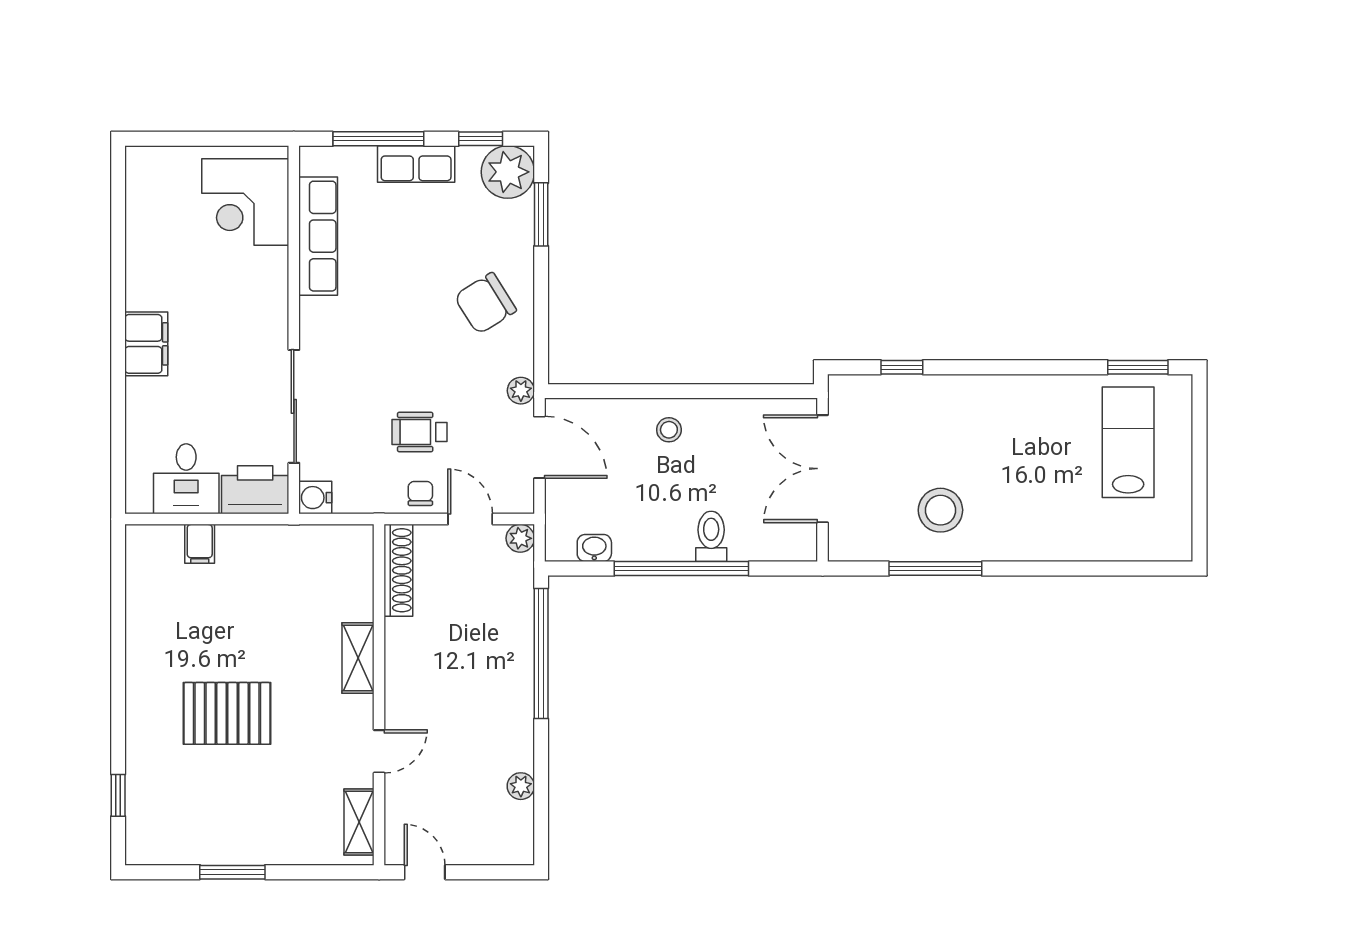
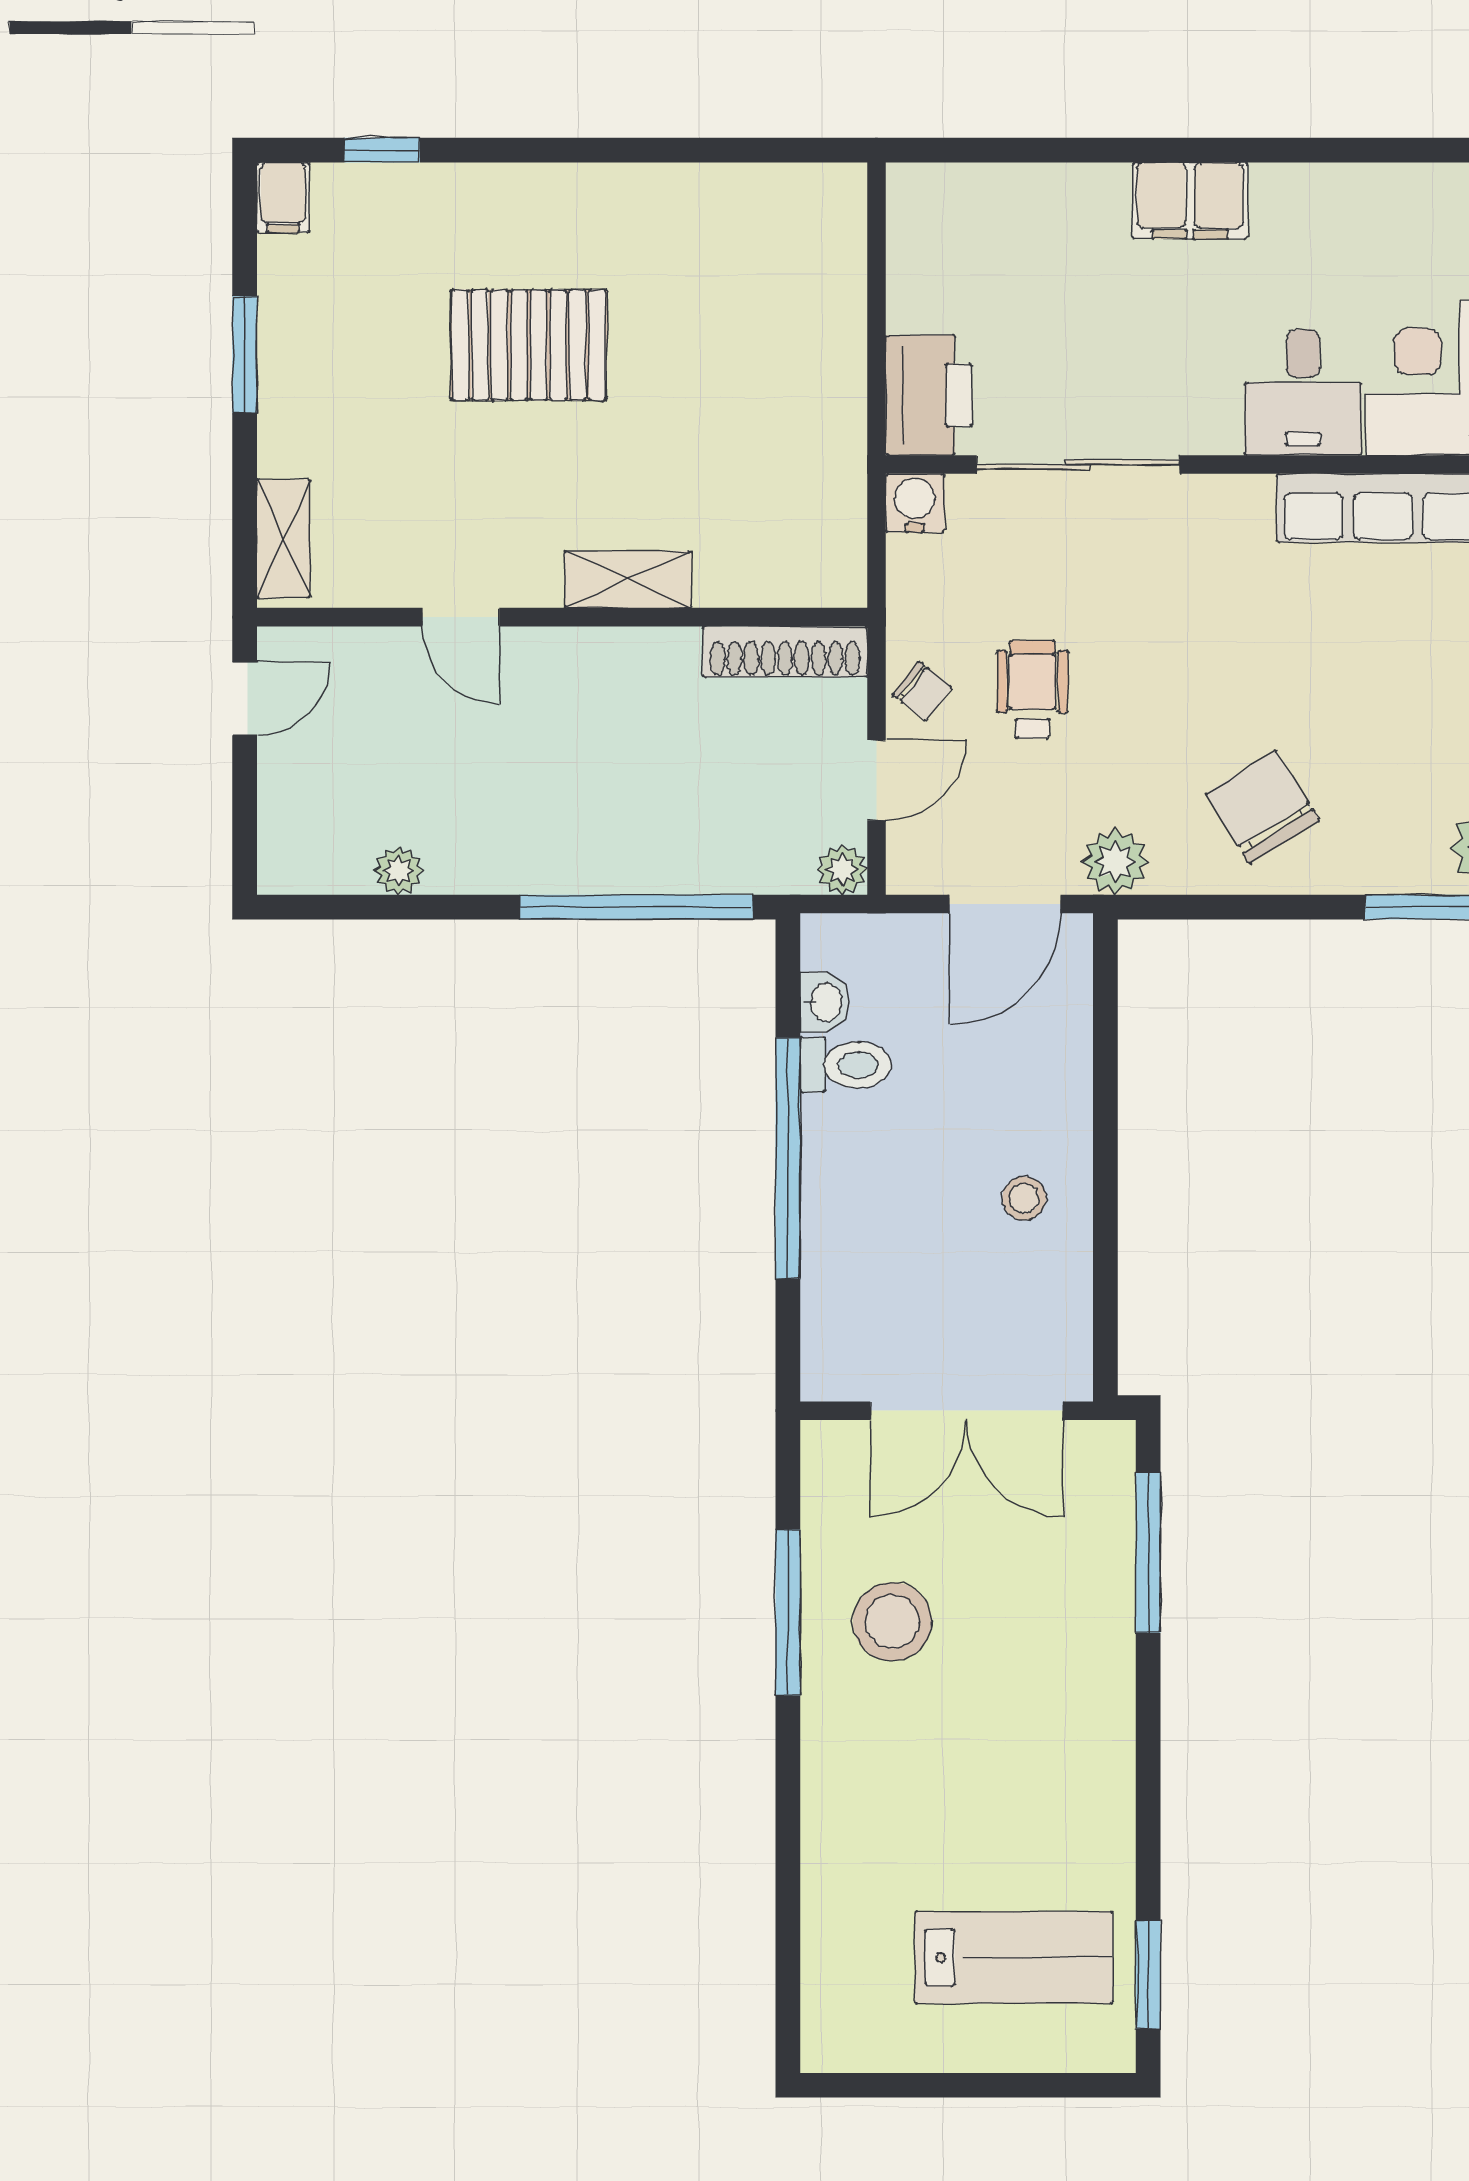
window: (902, 367) -> (1148, 1552), width x2.17
plant: (521, 391) -> (1115, 862), width x1.38, depth x1.38
stool: (669, 430) -> (1024, 1198), moved
double door: (823, 469) -> (967, 1411), swing flipped
desk: (186, 479) -> (1303, 392), moved, turned -90
chair: (420, 493) -> (922, 691), turned 38
toilet: (711, 536) -> (845, 1065), moved
filing cabinet: (200, 544) -> (283, 197), moved, turned -90
pallet: (227, 713) -> (529, 345), turned 90
shelving: (359, 822) -> (284, 539), moved, turned 90

